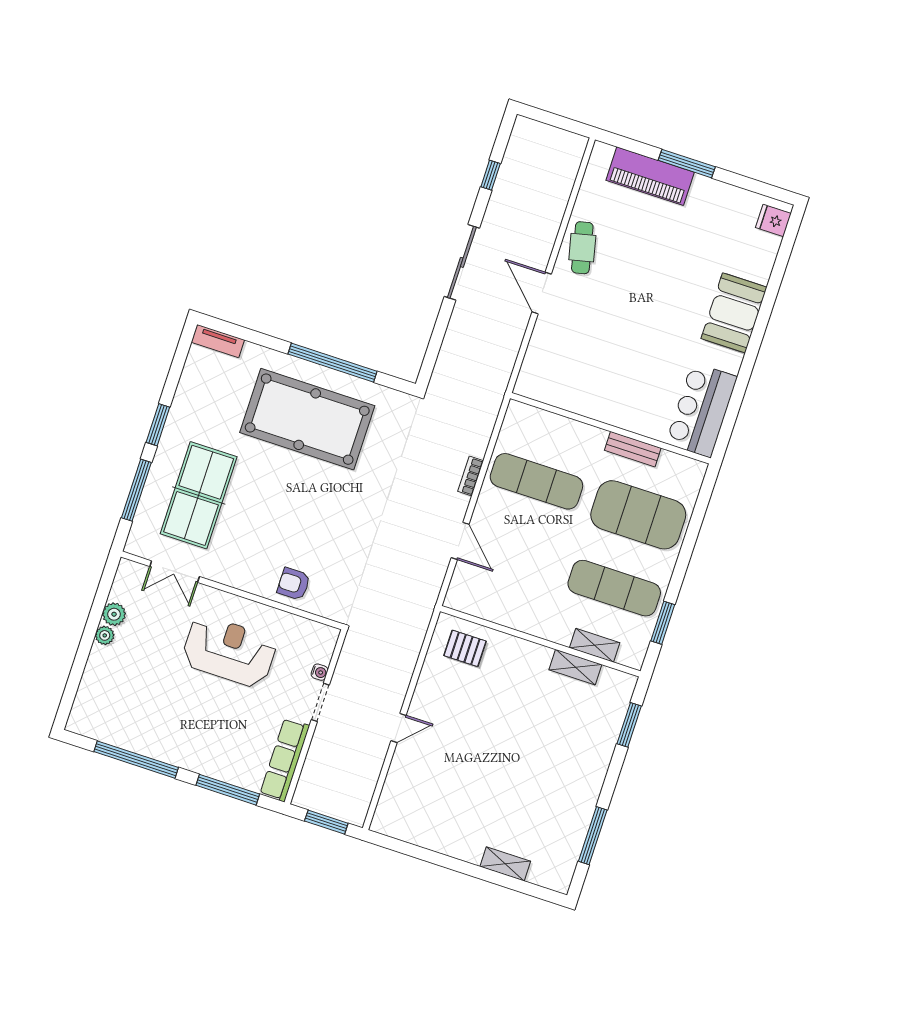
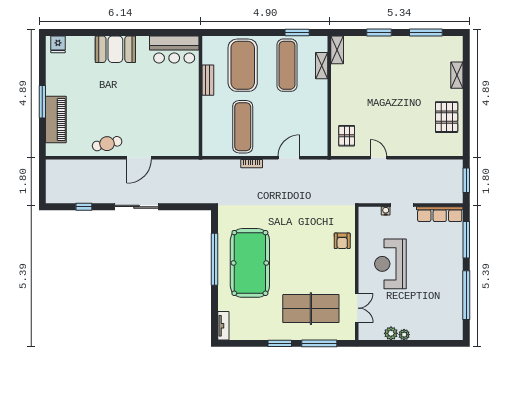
shelving: (575, 667) -> (337, 50), moved
window: (629, 725) -> (379, 33), moved
door: (399, 728) -> (378, 158), moved
pallet: (442, 824) -> (447, 117), added

